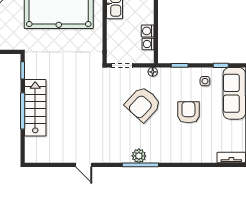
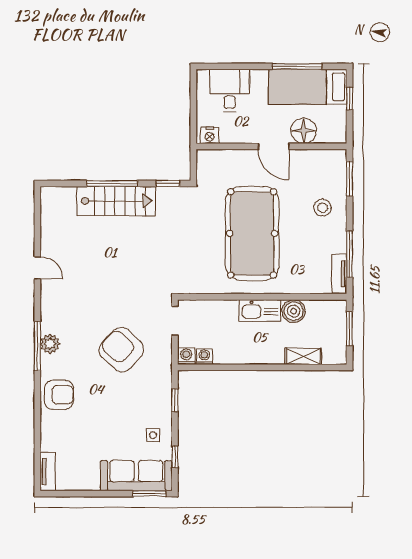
washing machine: (148, 31) -> (186, 356), moved
floor lamp: (153, 72) -> (166, 363), removed
armchair: (188, 112) -> (59, 395), moved
door: (84, 165) -> (37, 268), swing flipped

